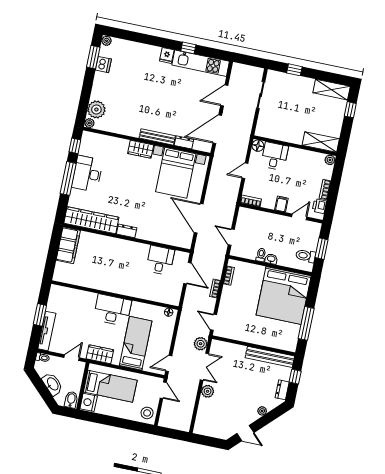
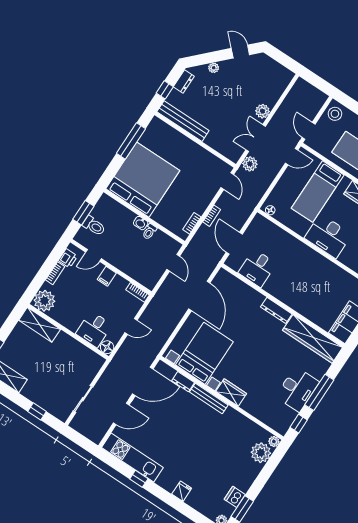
fridge: (167, 55) -> (182, 491), moved
plant: (330, 160) -> (44, 301), width x1.87, depth x1.87
dresser: (127, 231) -> (276, 310), width x1.44
toilet: (306, 256) -> (94, 226), moved

